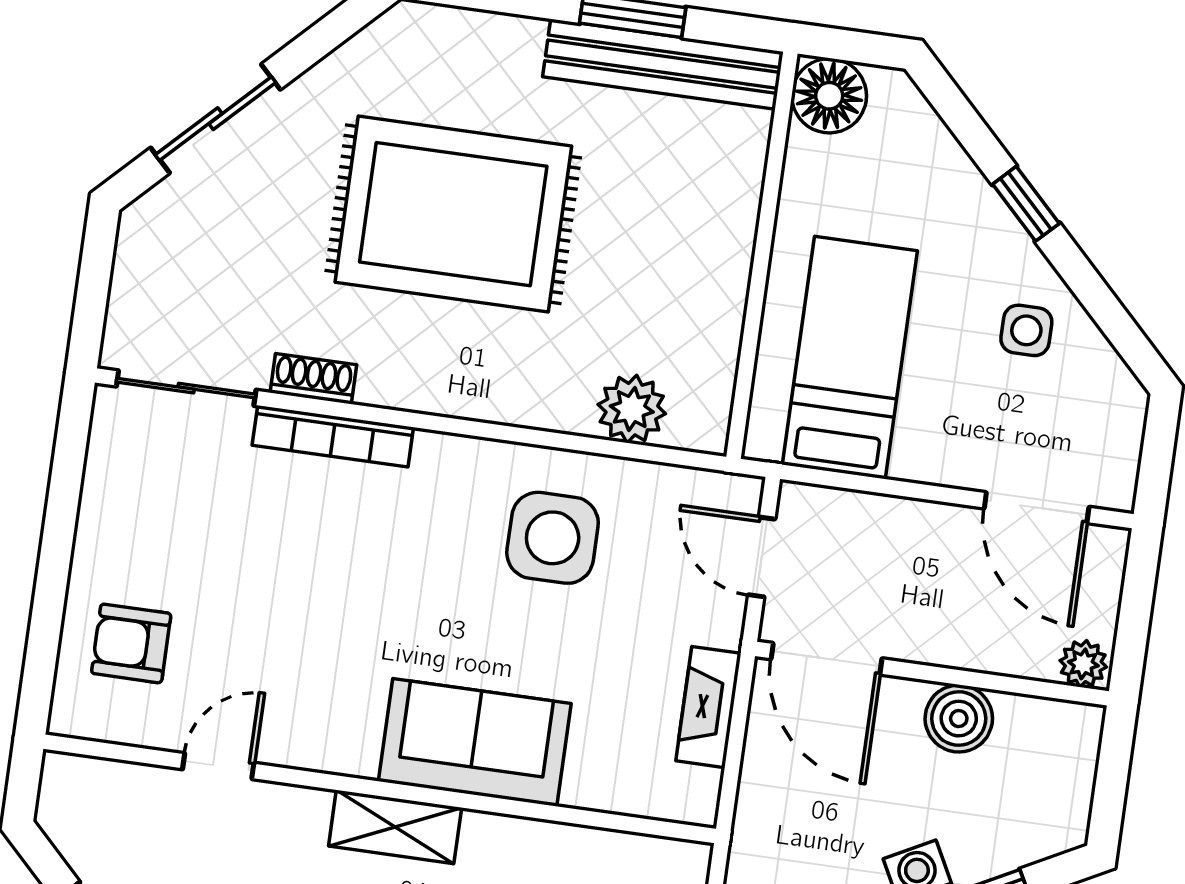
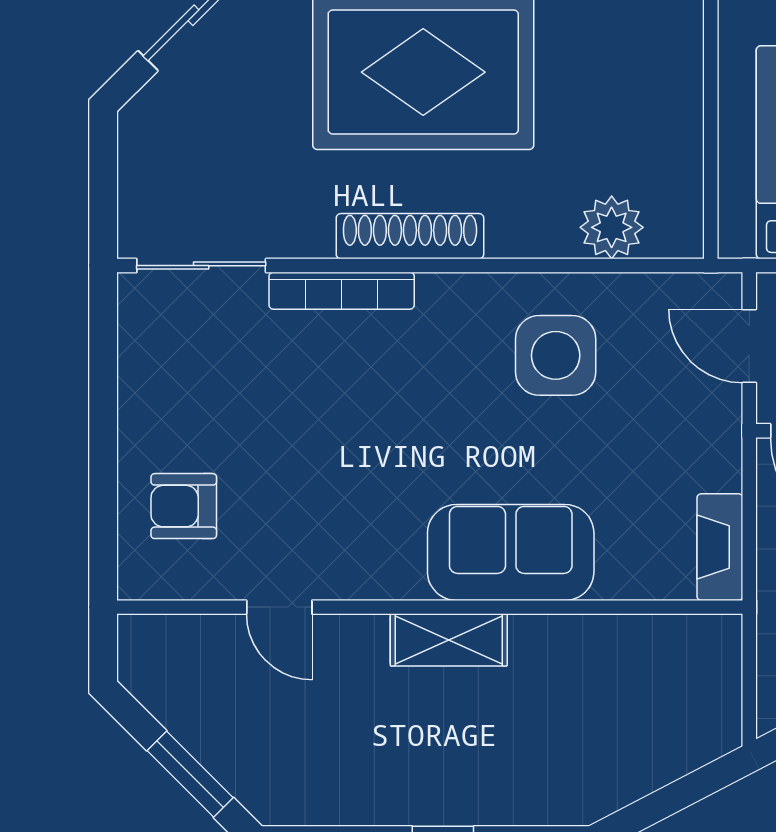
shoe rack: (313, 379) -> (410, 236), moved, width x1.94, depth x1.24
fireplace: (708, 707) -> (720, 547), moved
door: (218, 766) -> (279, 607), swing flipped

